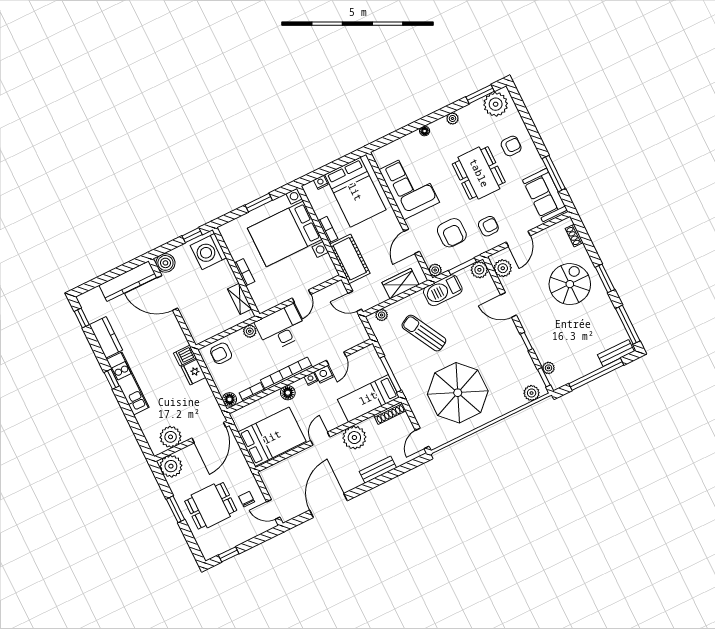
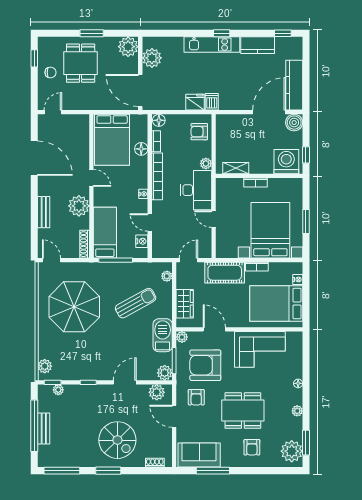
armchair: (452, 233) -> (205, 365), width x1.36, depth x1.36
armchair: (221, 353) -> (199, 132), turned -90
bench: (616, 353) -> (44, 429), moved
nightstand: (324, 374) -> (142, 241), moved
floor lamp: (288, 393) -> (141, 149), moved
chair: (247, 499) -> (50, 72), moved

